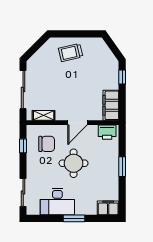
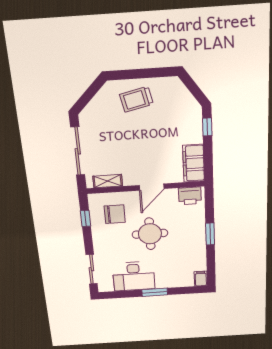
filing cabinet: (108, 208) -> (201, 279), width x0.50

